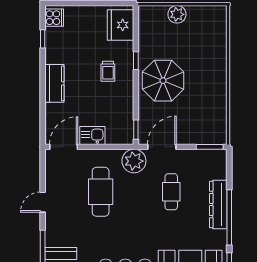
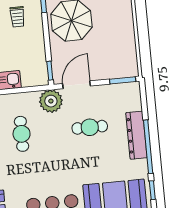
cafe table: (101, 192) -> (22, 134), width x0.73, depth x0.74
cafe table: (171, 192) -> (90, 127), turned 90

